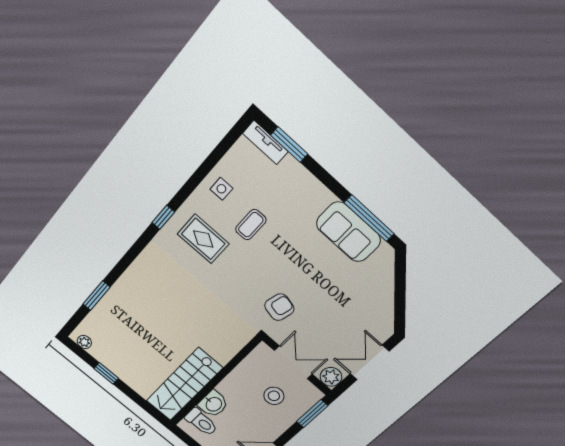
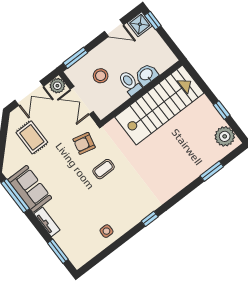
tv unit: (265, 143) -> (47, 222), moved
coffee table: (251, 225) -> (104, 169), moved
rug: (203, 239) -> (32, 137), moved
plant: (84, 342) -> (225, 136), width x1.87, depth x1.87
stairs: (184, 384) -> (159, 105), width x1.36, depth x1.51
toilet: (201, 422) -> (130, 83), moved

